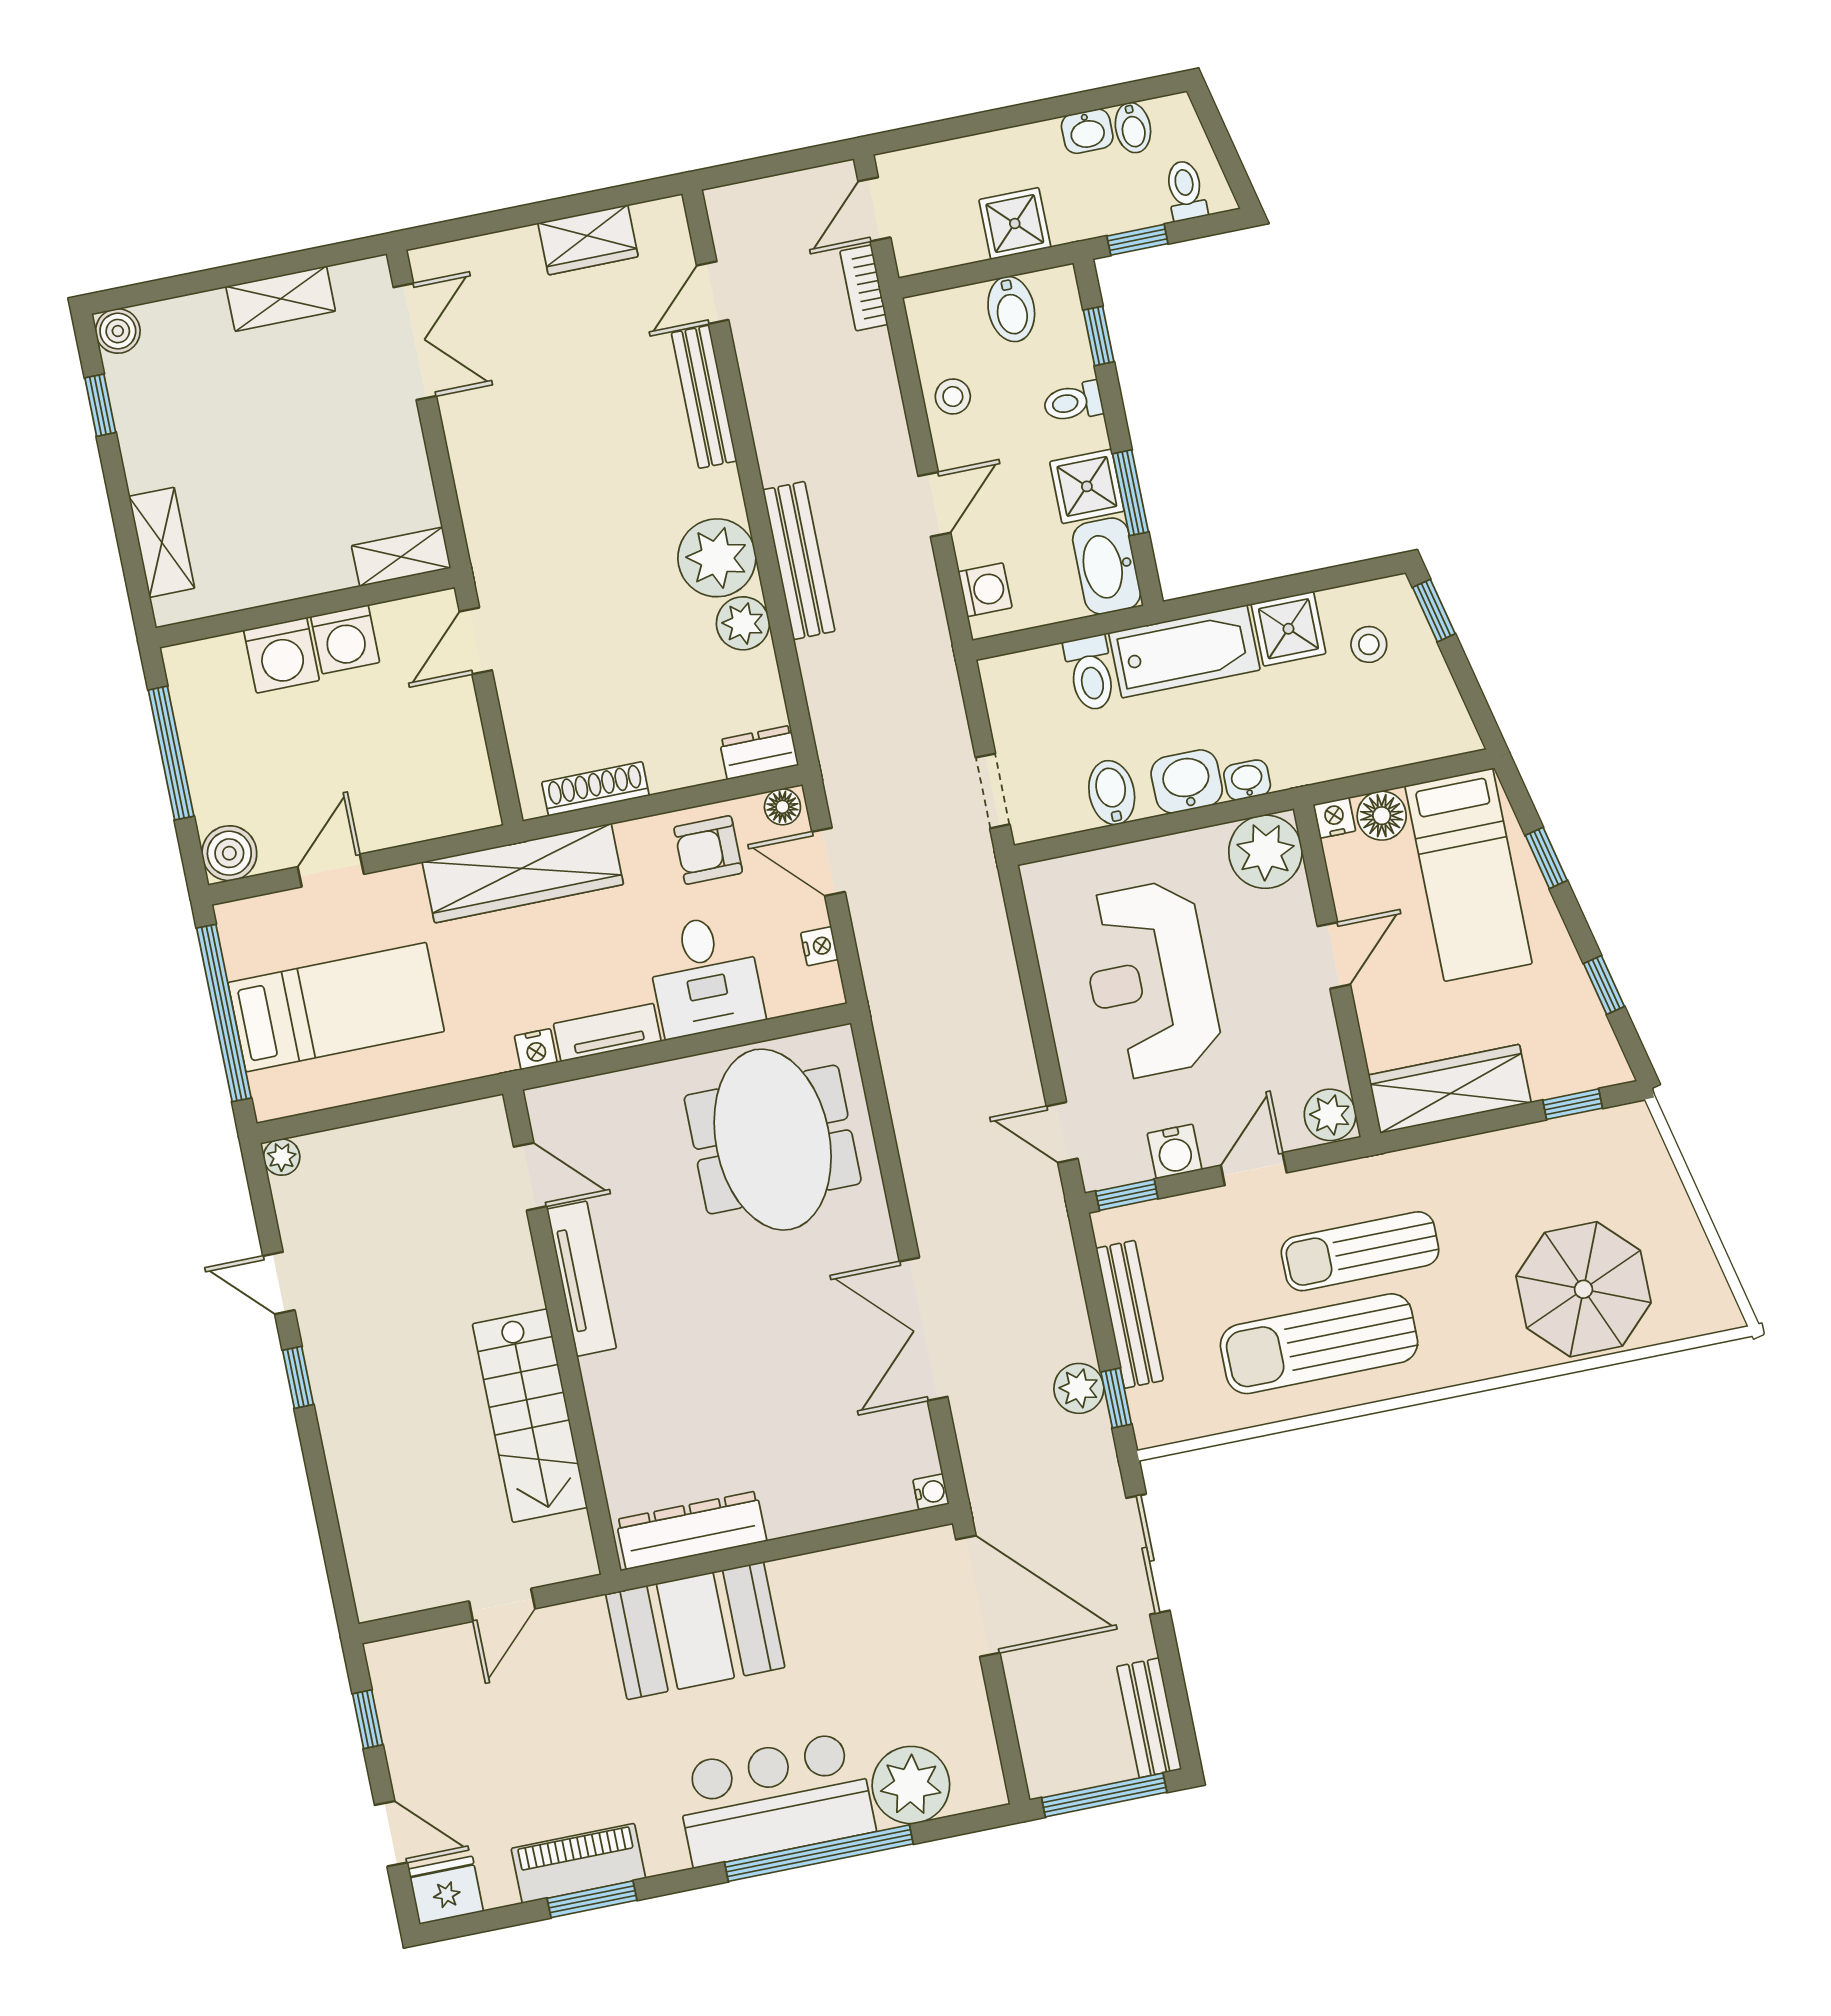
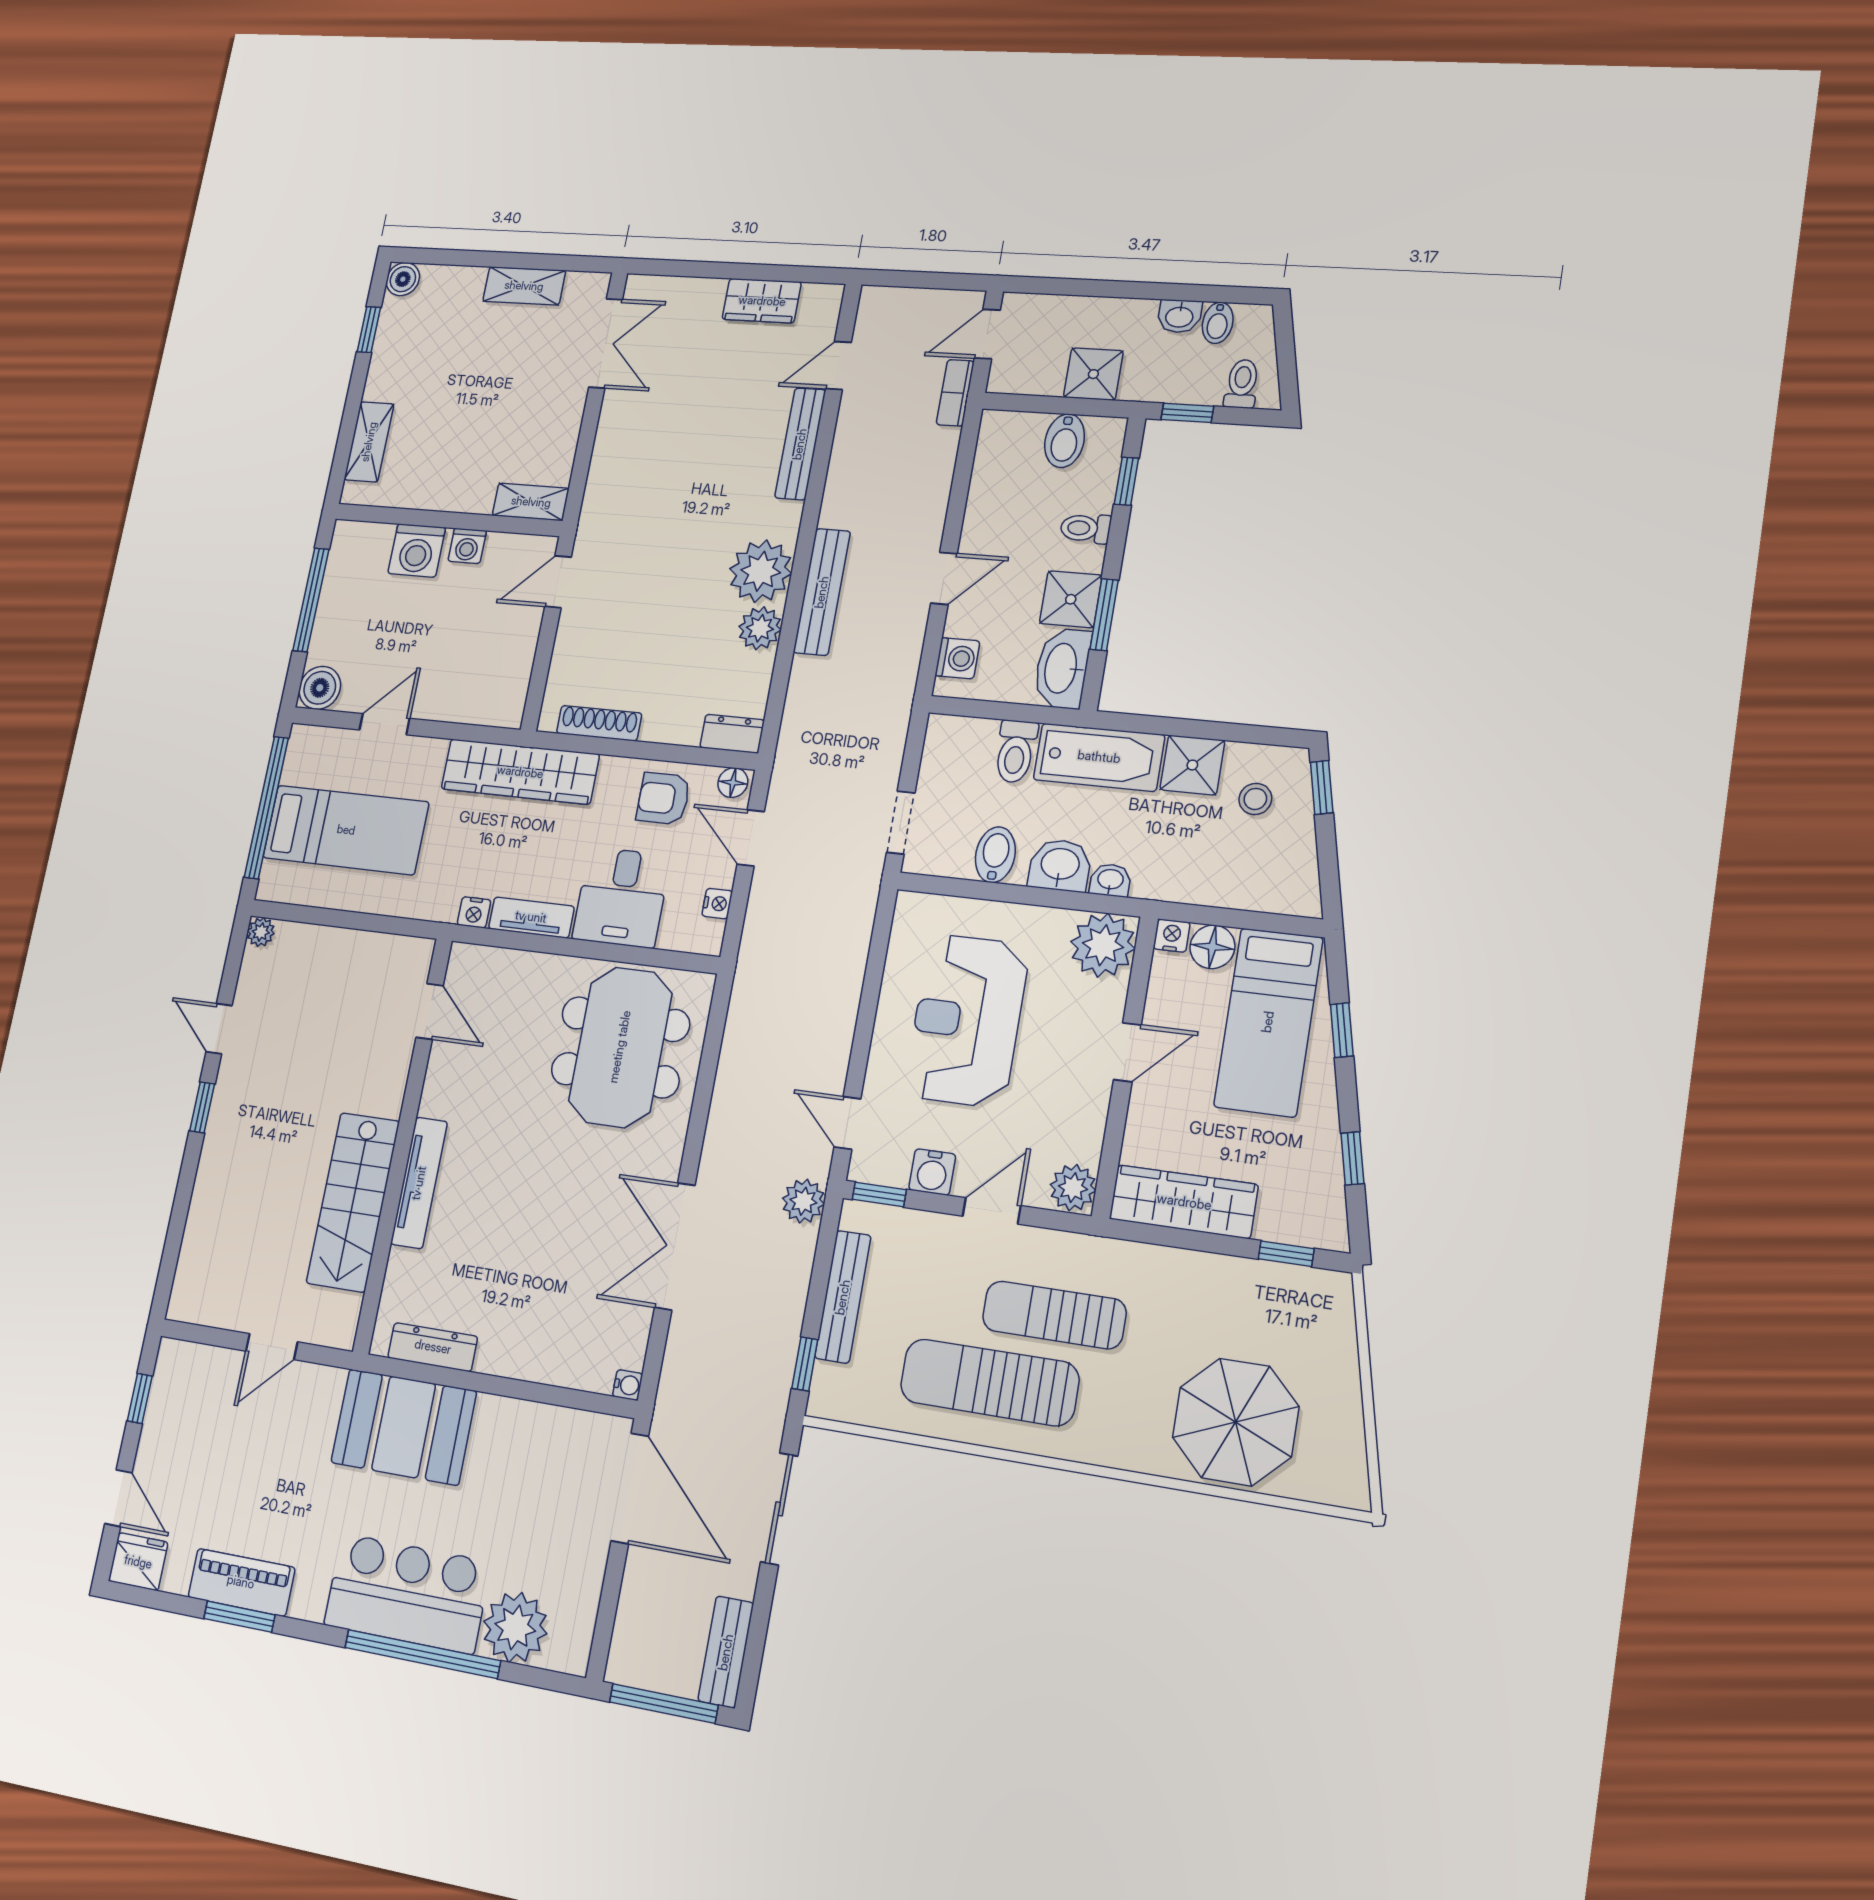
stool: (953, 396) -> (992, 497), removed
washing machine: (345, 639) -> (467, 546), width x0.73, depth x0.73
tv unit: (582, 1279) -> (419, 1183), moved
plant: (1079, 1388) -> (803, 1201), moved
dresser: (691, 1530) -> (433, 1347), width x0.73, depth x0.80

